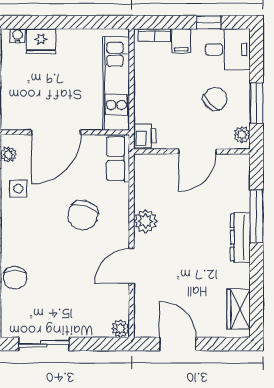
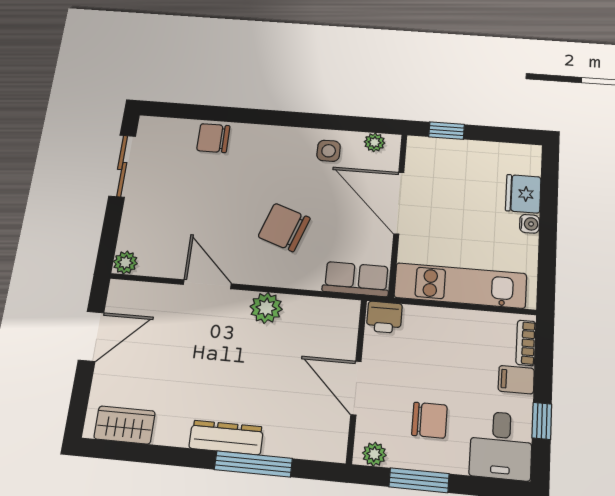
water cooler: (18, 36) -> (530, 224), moved
chair: (215, 99) -> (429, 420), turned -49

